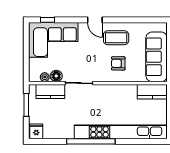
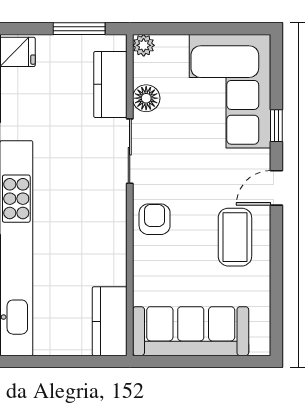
window: (48, 20) -> (276, 126), moved
armchair: (118, 63) -> (155, 219), moved
plant: (45, 77) -> (144, 45), moved

